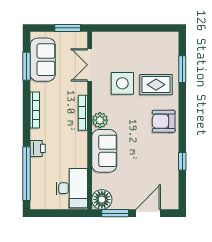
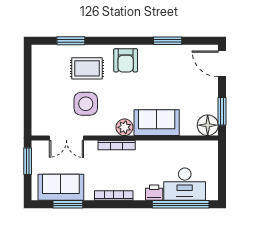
rug: (156, 85) -> (87, 68), turned 90
window: (182, 161) -> (168, 41), width x1.50
desk: (72, 188) -> (185, 184), moved, turned 180
door: (148, 213) -> (222, 64), moved

